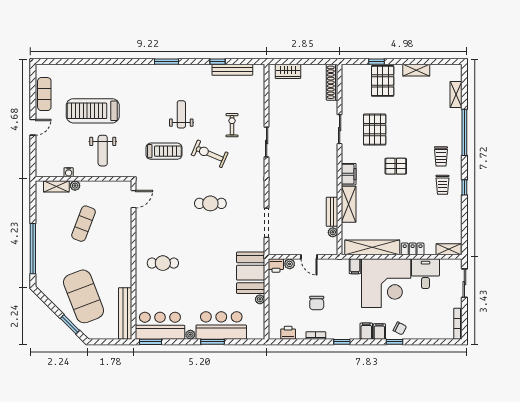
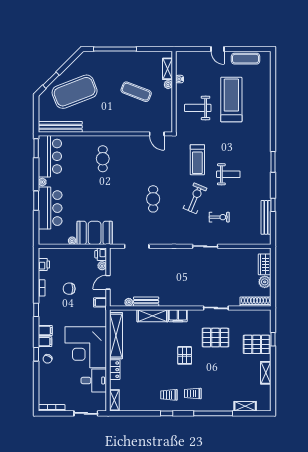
plant: (309, 71) -> (265, 282), added
filing cabinet: (355, 266) -> (100, 302), moved

